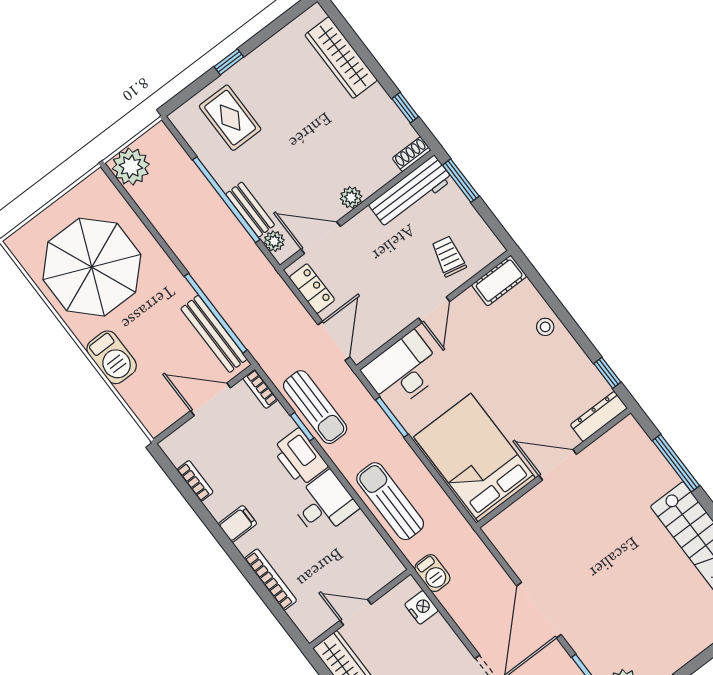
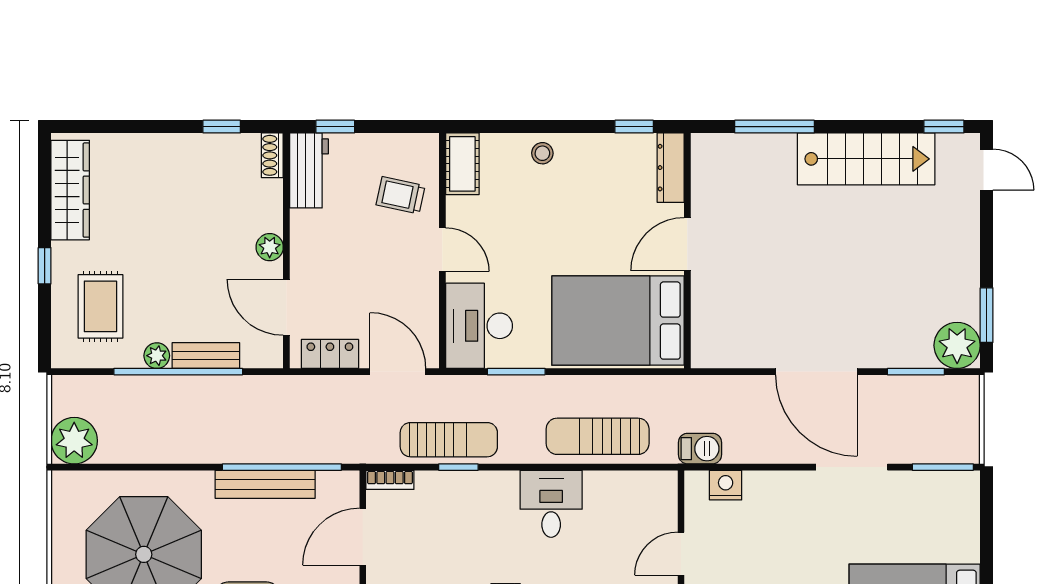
wardrobe: (341, 58) -> (70, 190), moved, turned -90
rug: (230, 118) -> (100, 306), turned 90
window: (461, 181) -> (335, 127), width x0.67
workbench: (411, 192) -> (309, 170), width x0.73
door: (321, 238) -> (286, 307), hinge flipped
plant: (274, 241) -> (157, 356), moved
bench: (214, 334) -> (265, 484), moved
printer: (300, 457) -> (487, 492), removed

